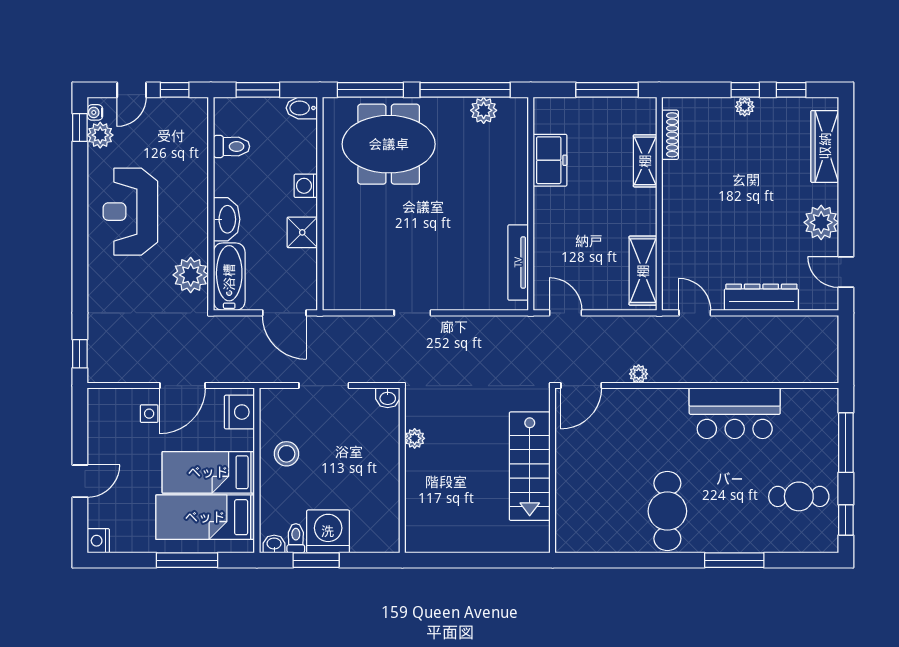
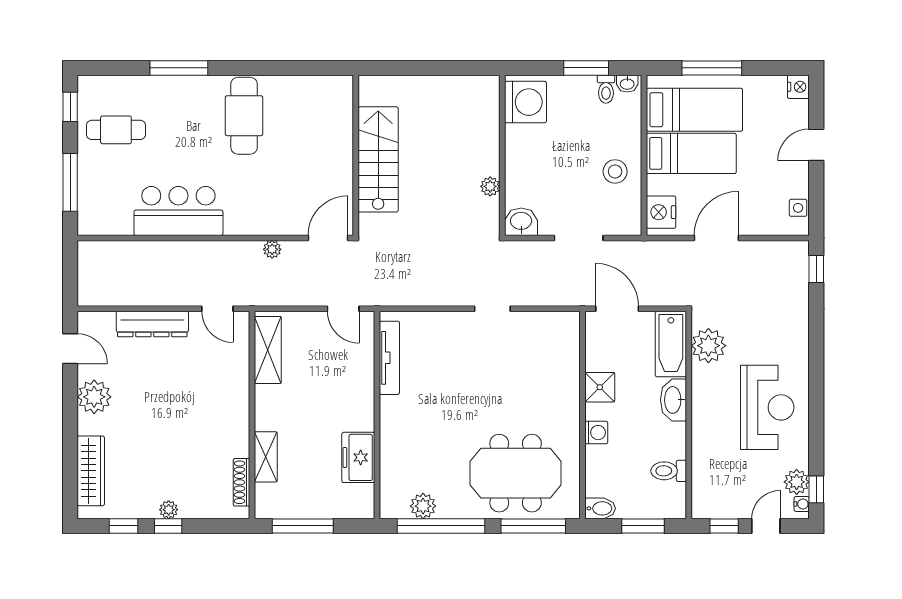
washbasin: (388, 398) -> (521, 222), width x1.38, depth x1.45
side table: (149, 414) -> (798, 208), moved
washing machine: (328, 531) -> (525, 102), moved, turned -90

